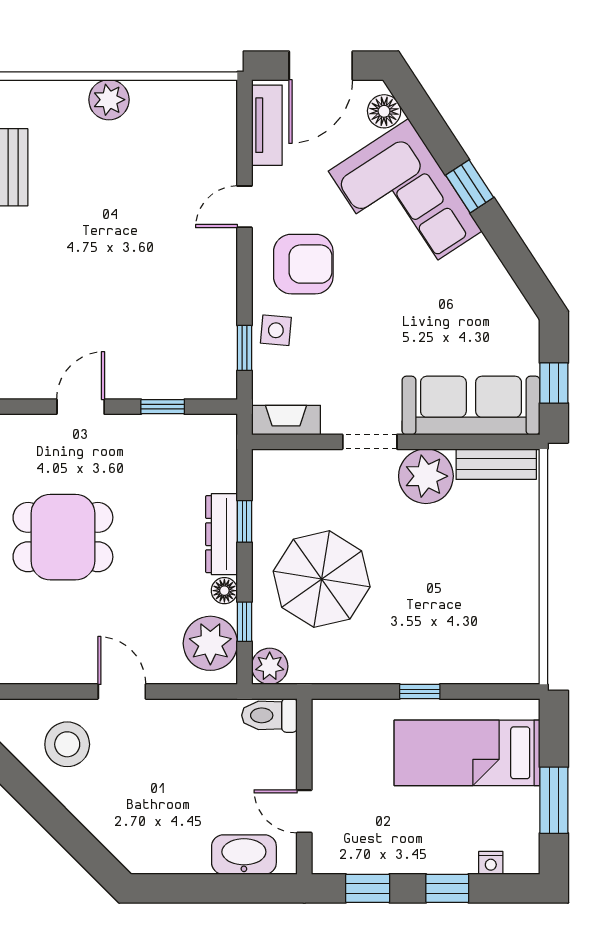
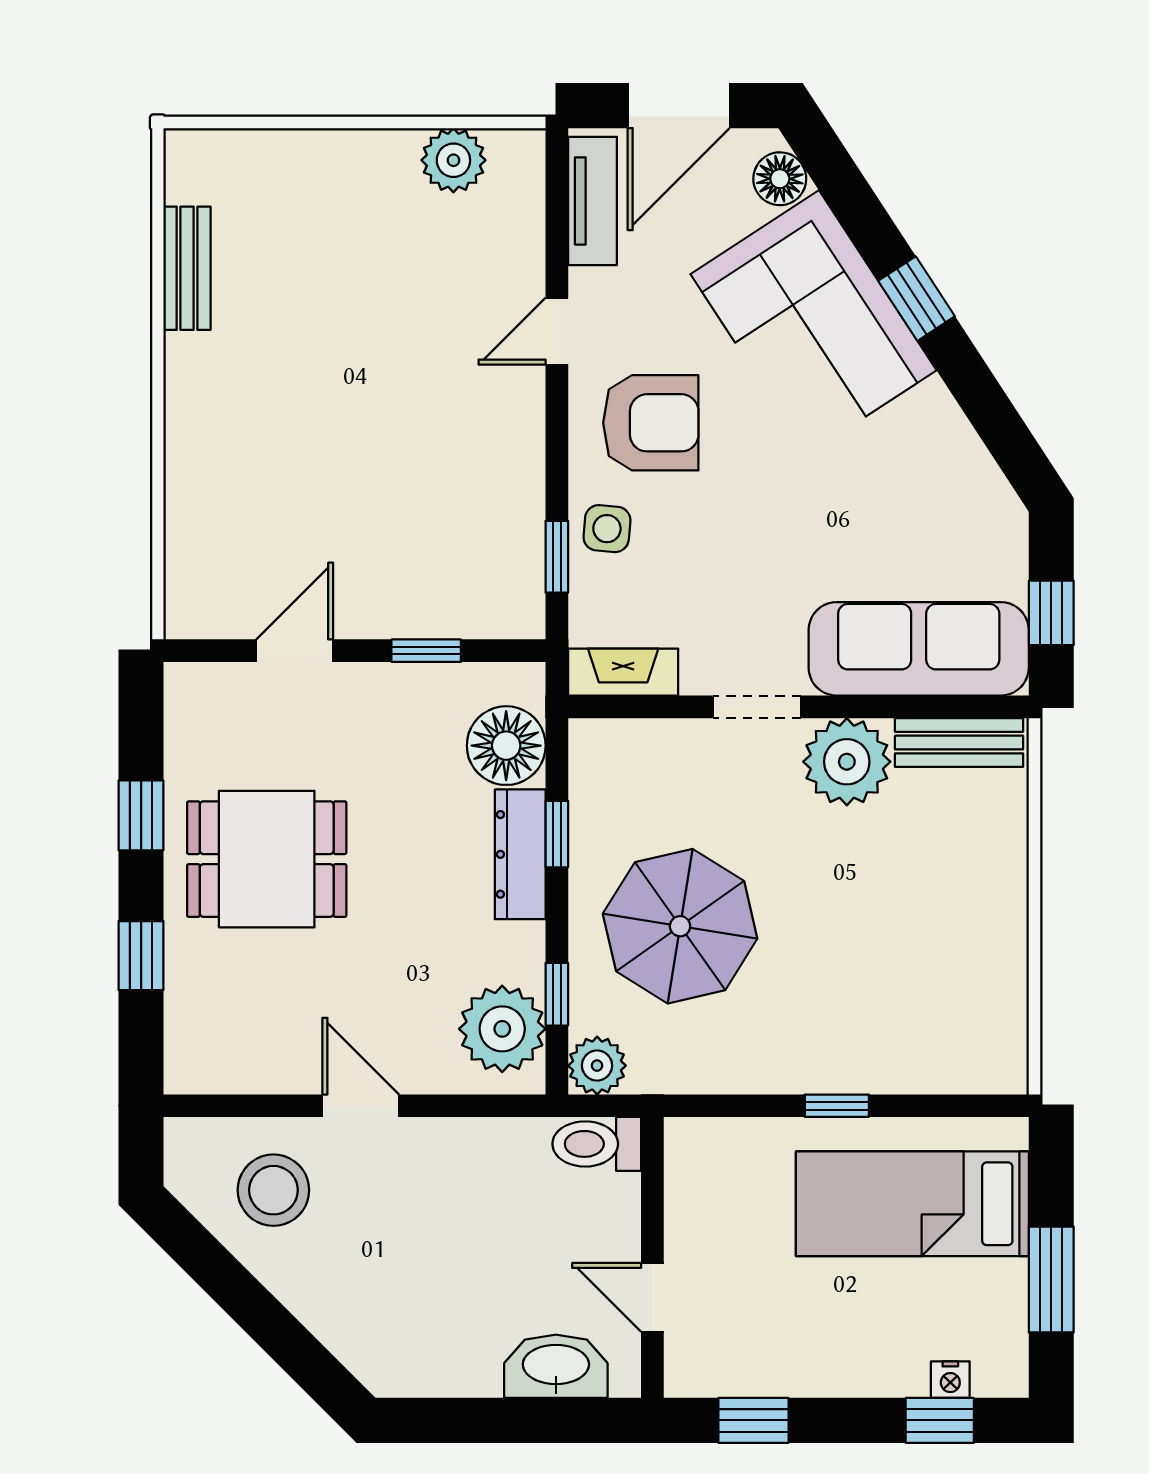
plant: (109, 100) -> (453, 160), moved
floor lamp: (224, 591) -> (506, 746), moved, width x1.89, depth x1.89
window: (447, 888) -> (940, 1420), moved

